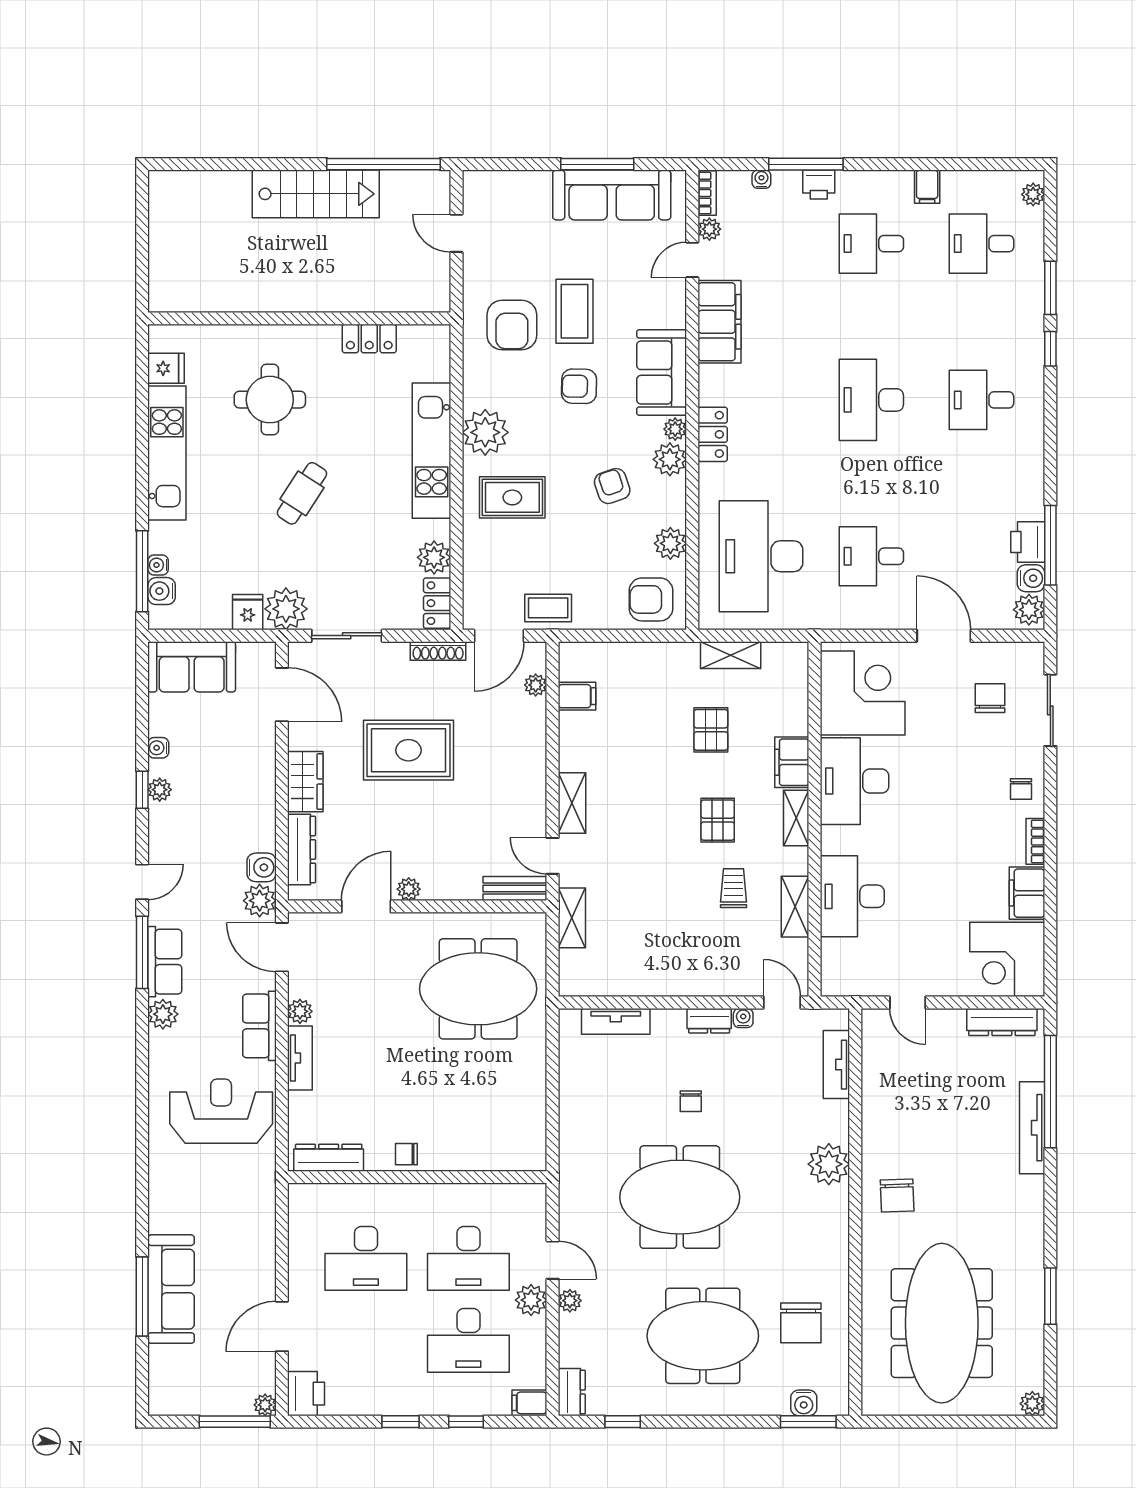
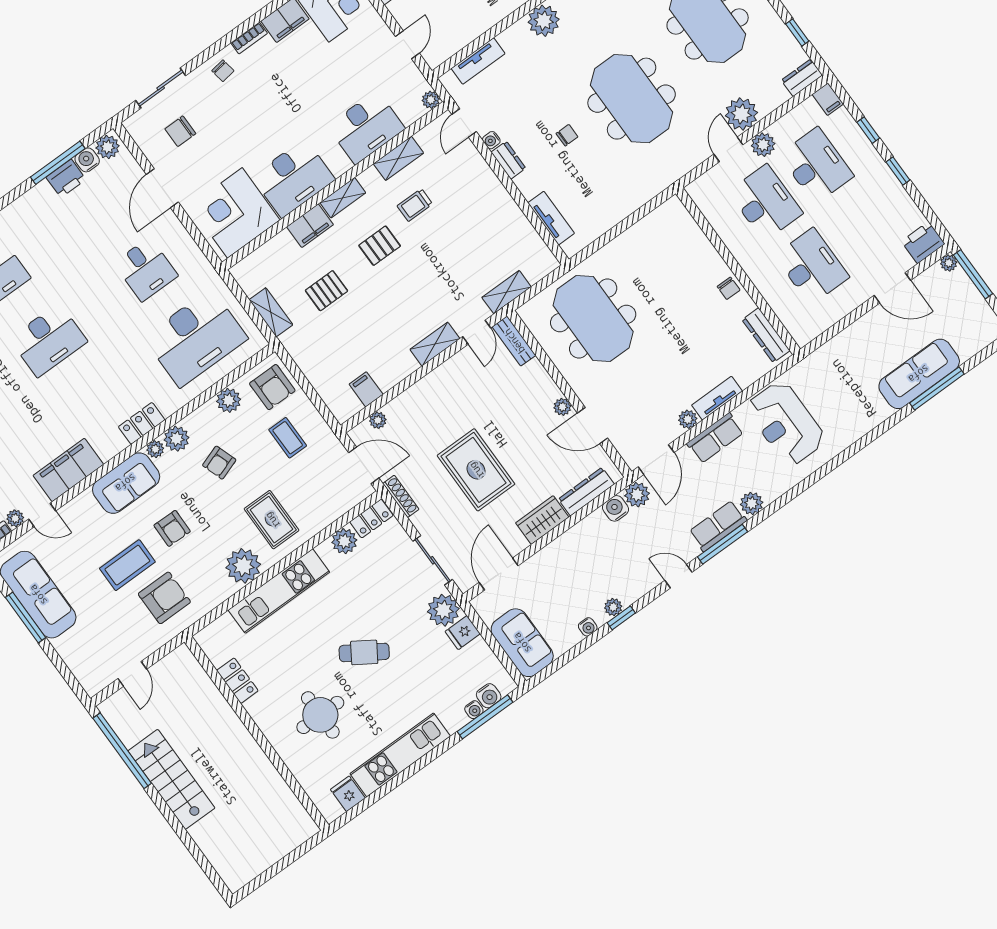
coffee table: (548, 608) -> (288, 438), moved
chair: (1021, 789) -> (223, 71), turned 81
plant: (832, 985) -> (431, 100), added
plant: (570, 1301) -> (741, 114), width x1.88, depth x1.88

